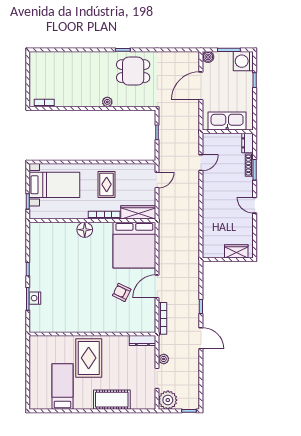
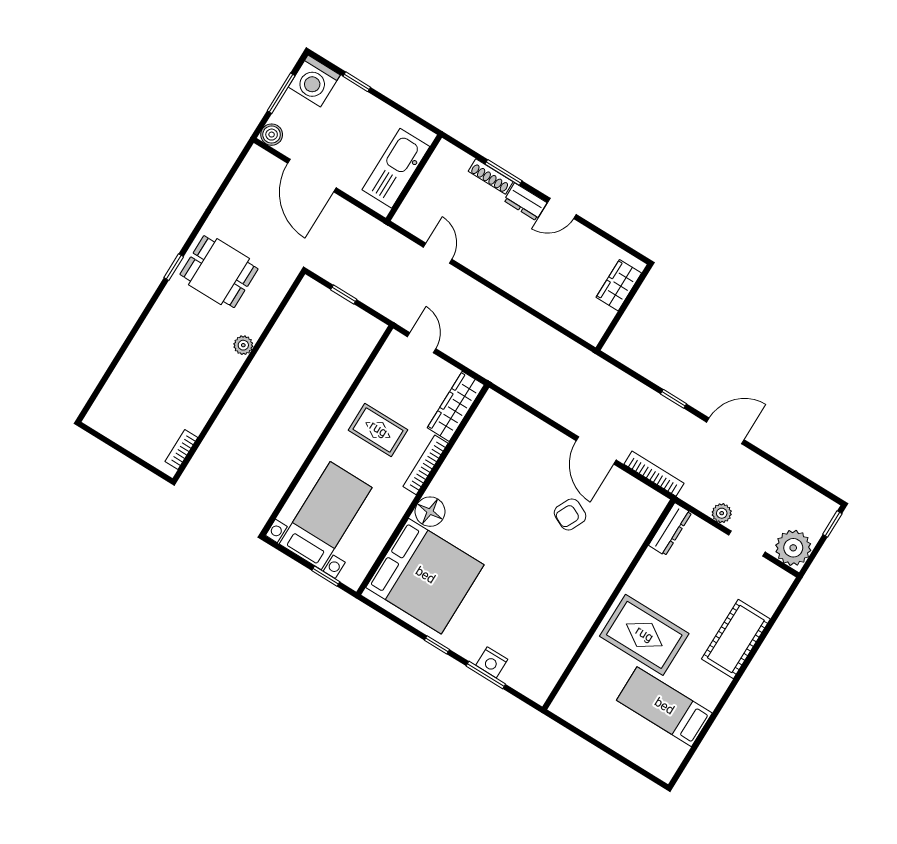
dining table: (133, 71) -> (219, 272), turned 90
dresser: (248, 143) -> (525, 202), moved
bed: (134, 245) -> (425, 576), moved

